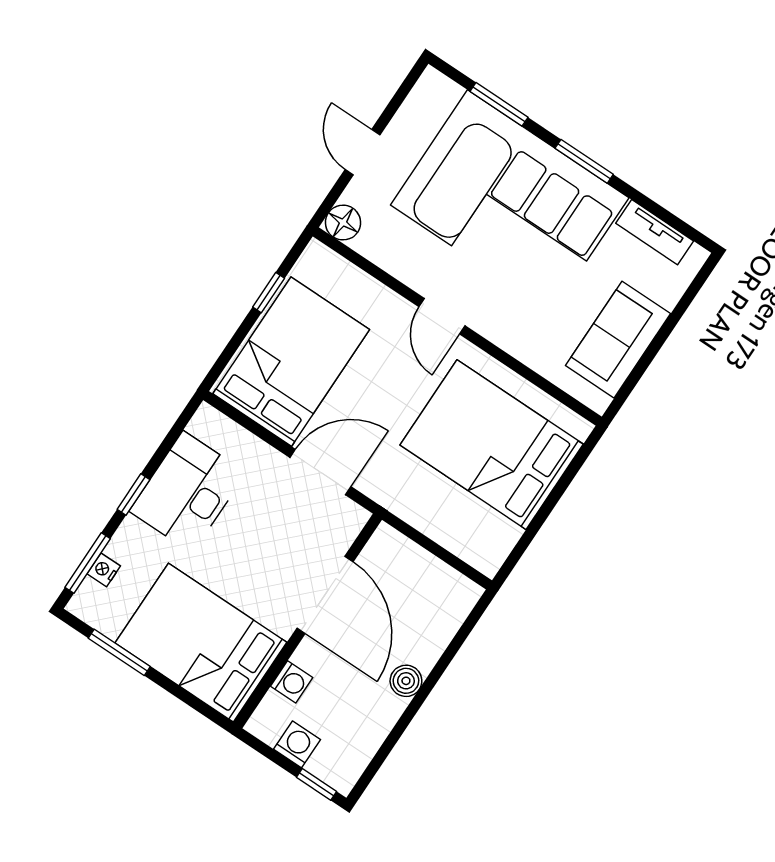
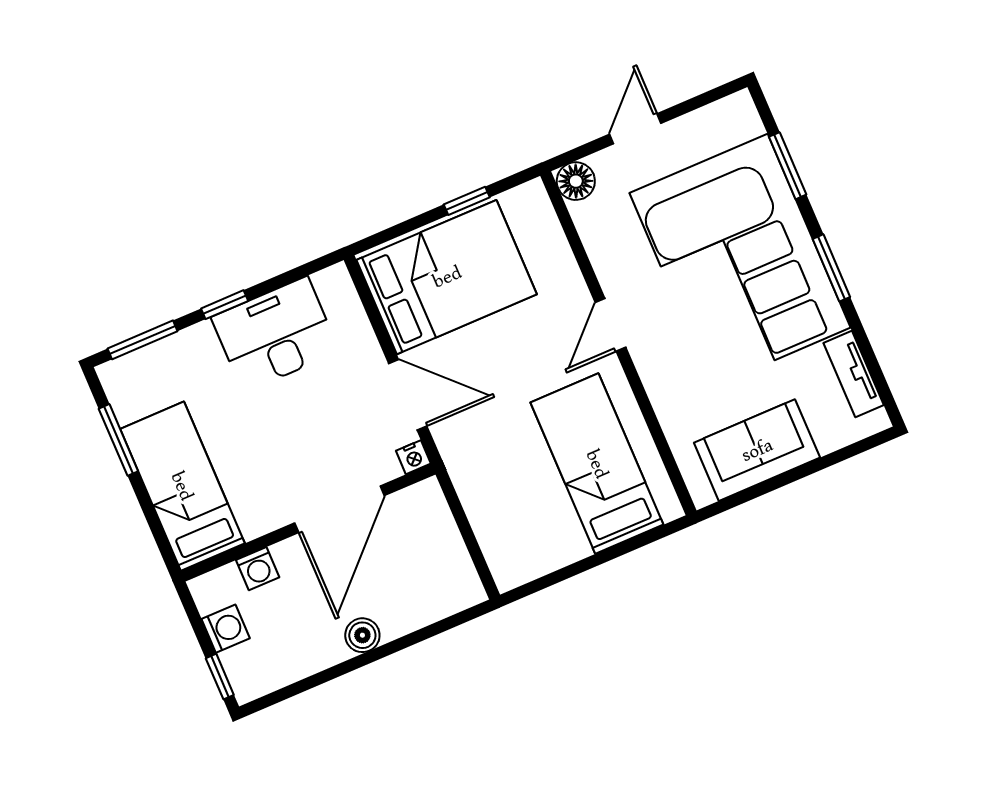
bed: (492, 445) -> (597, 464), width x0.67
nightstand: (104, 570) -> (413, 457), moved, turned 180
bed: (201, 643) -> (182, 486), width x0.67

